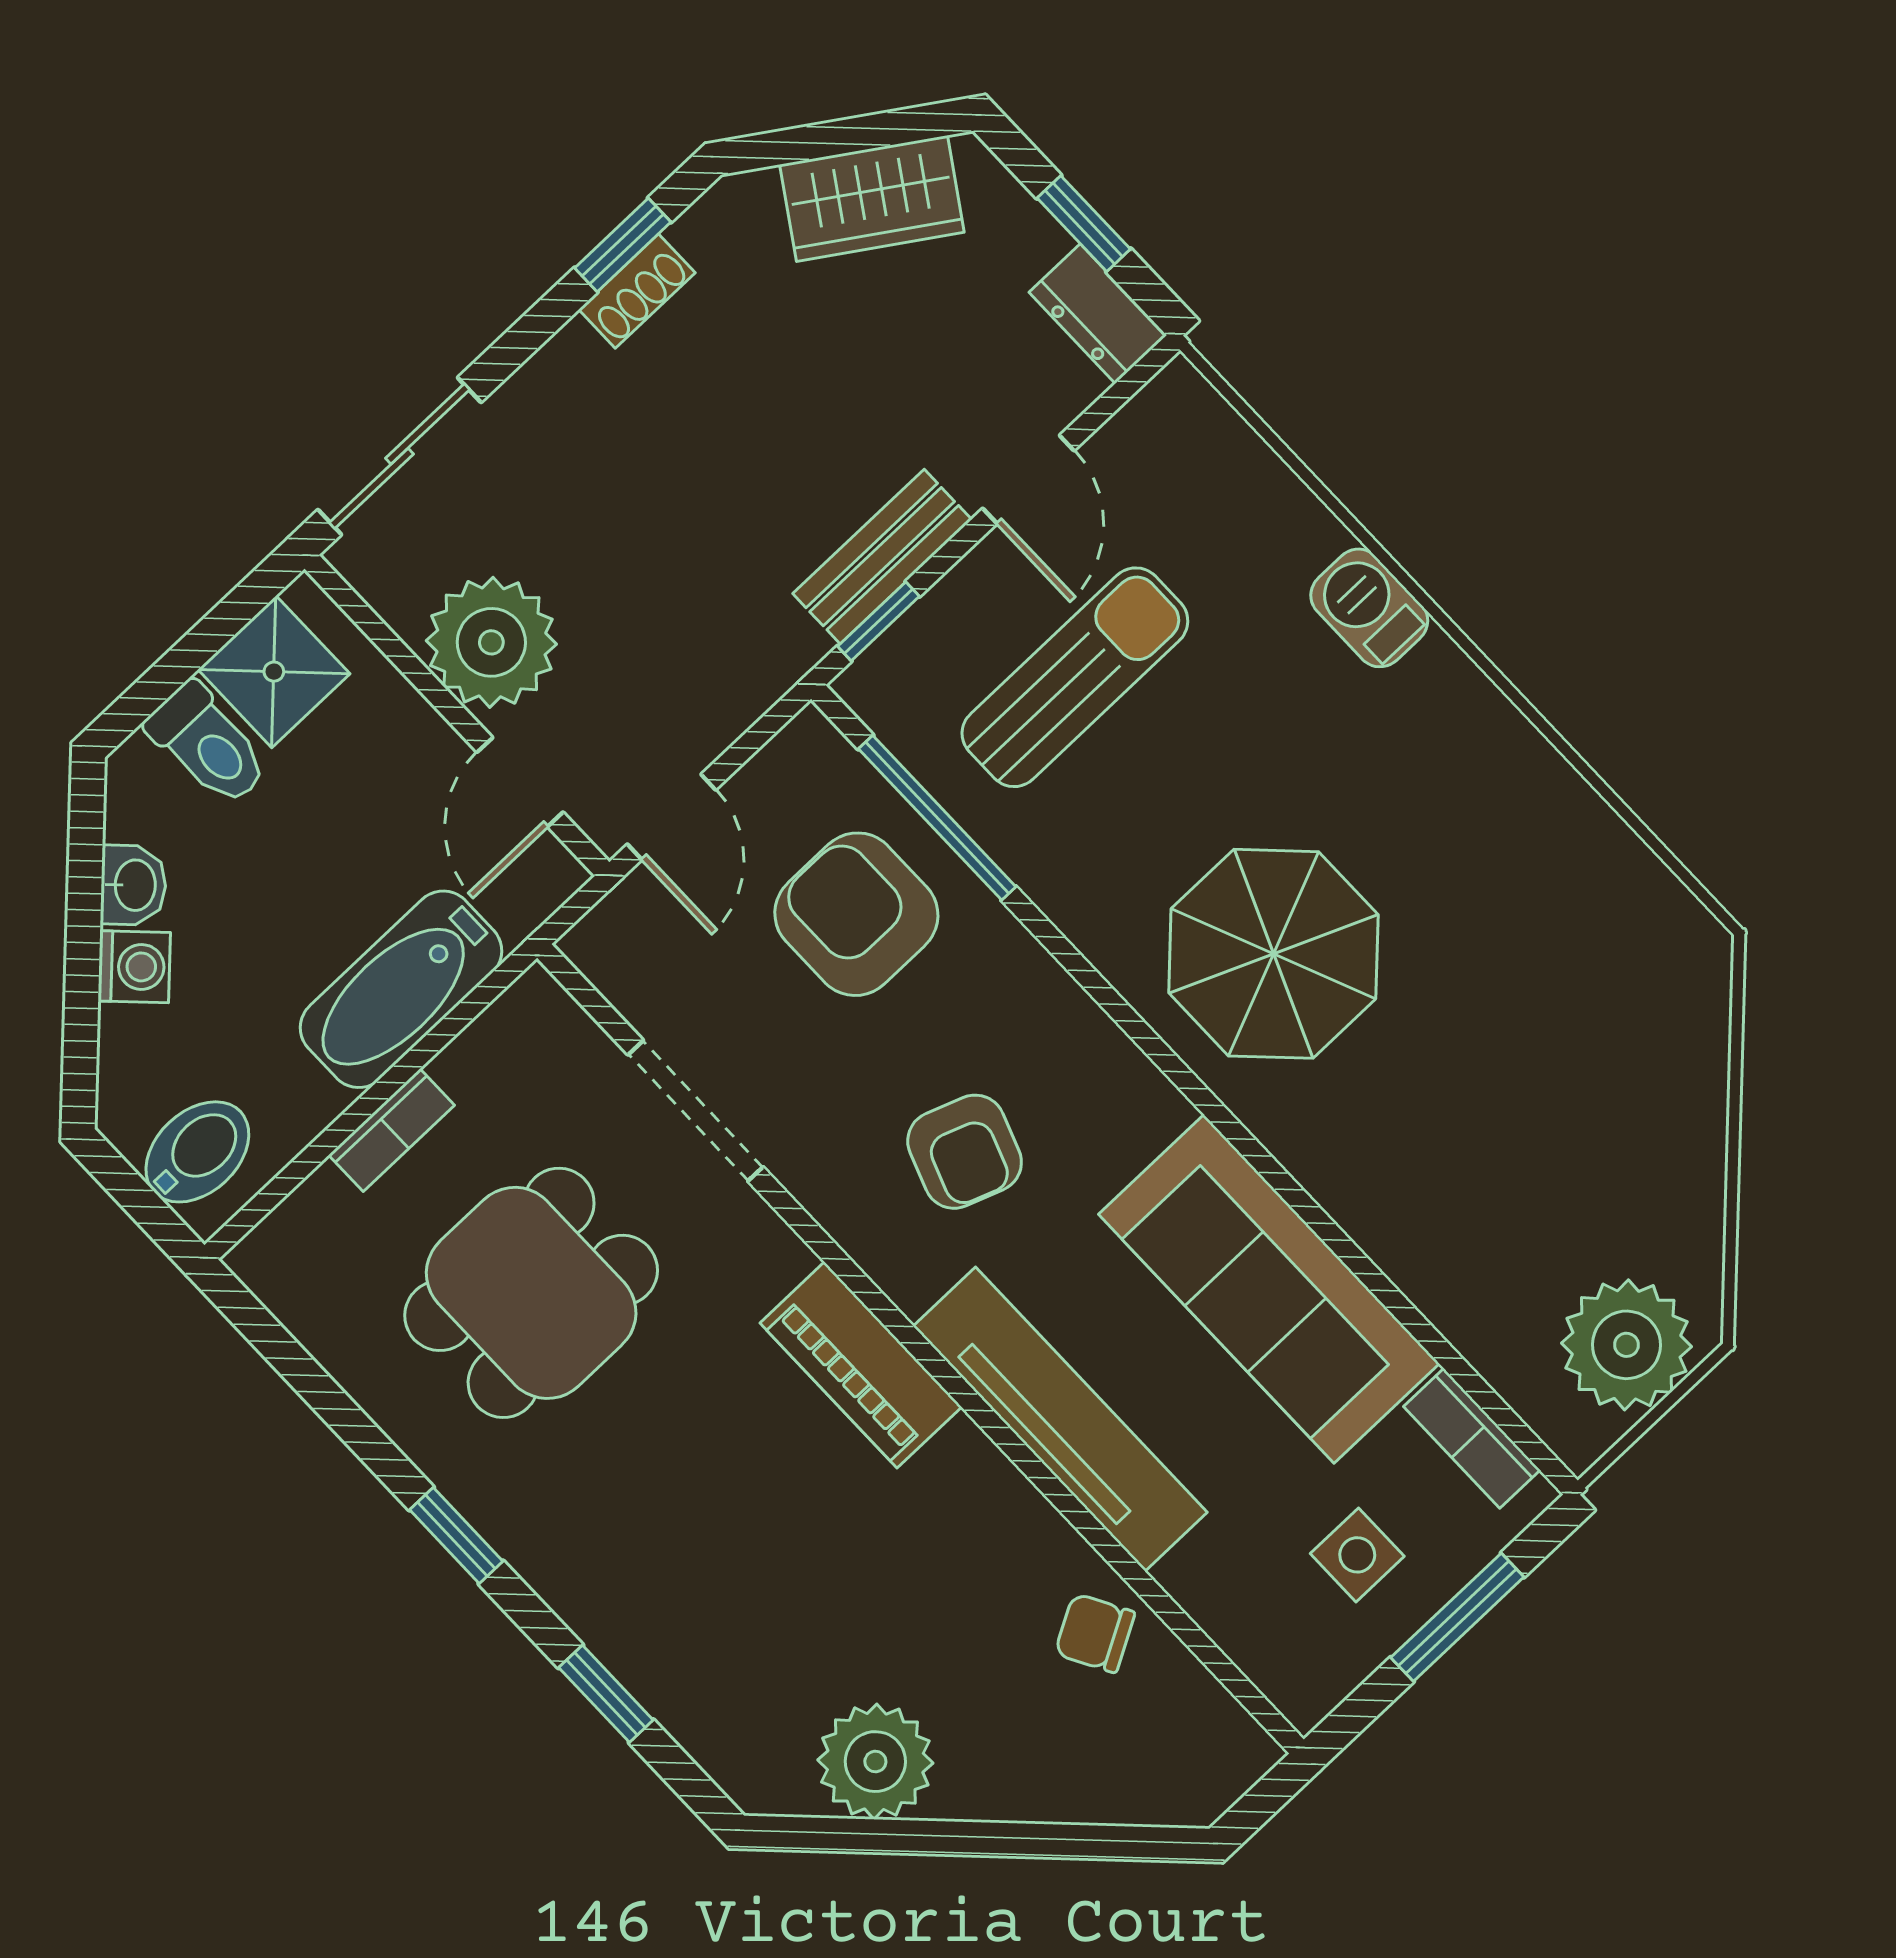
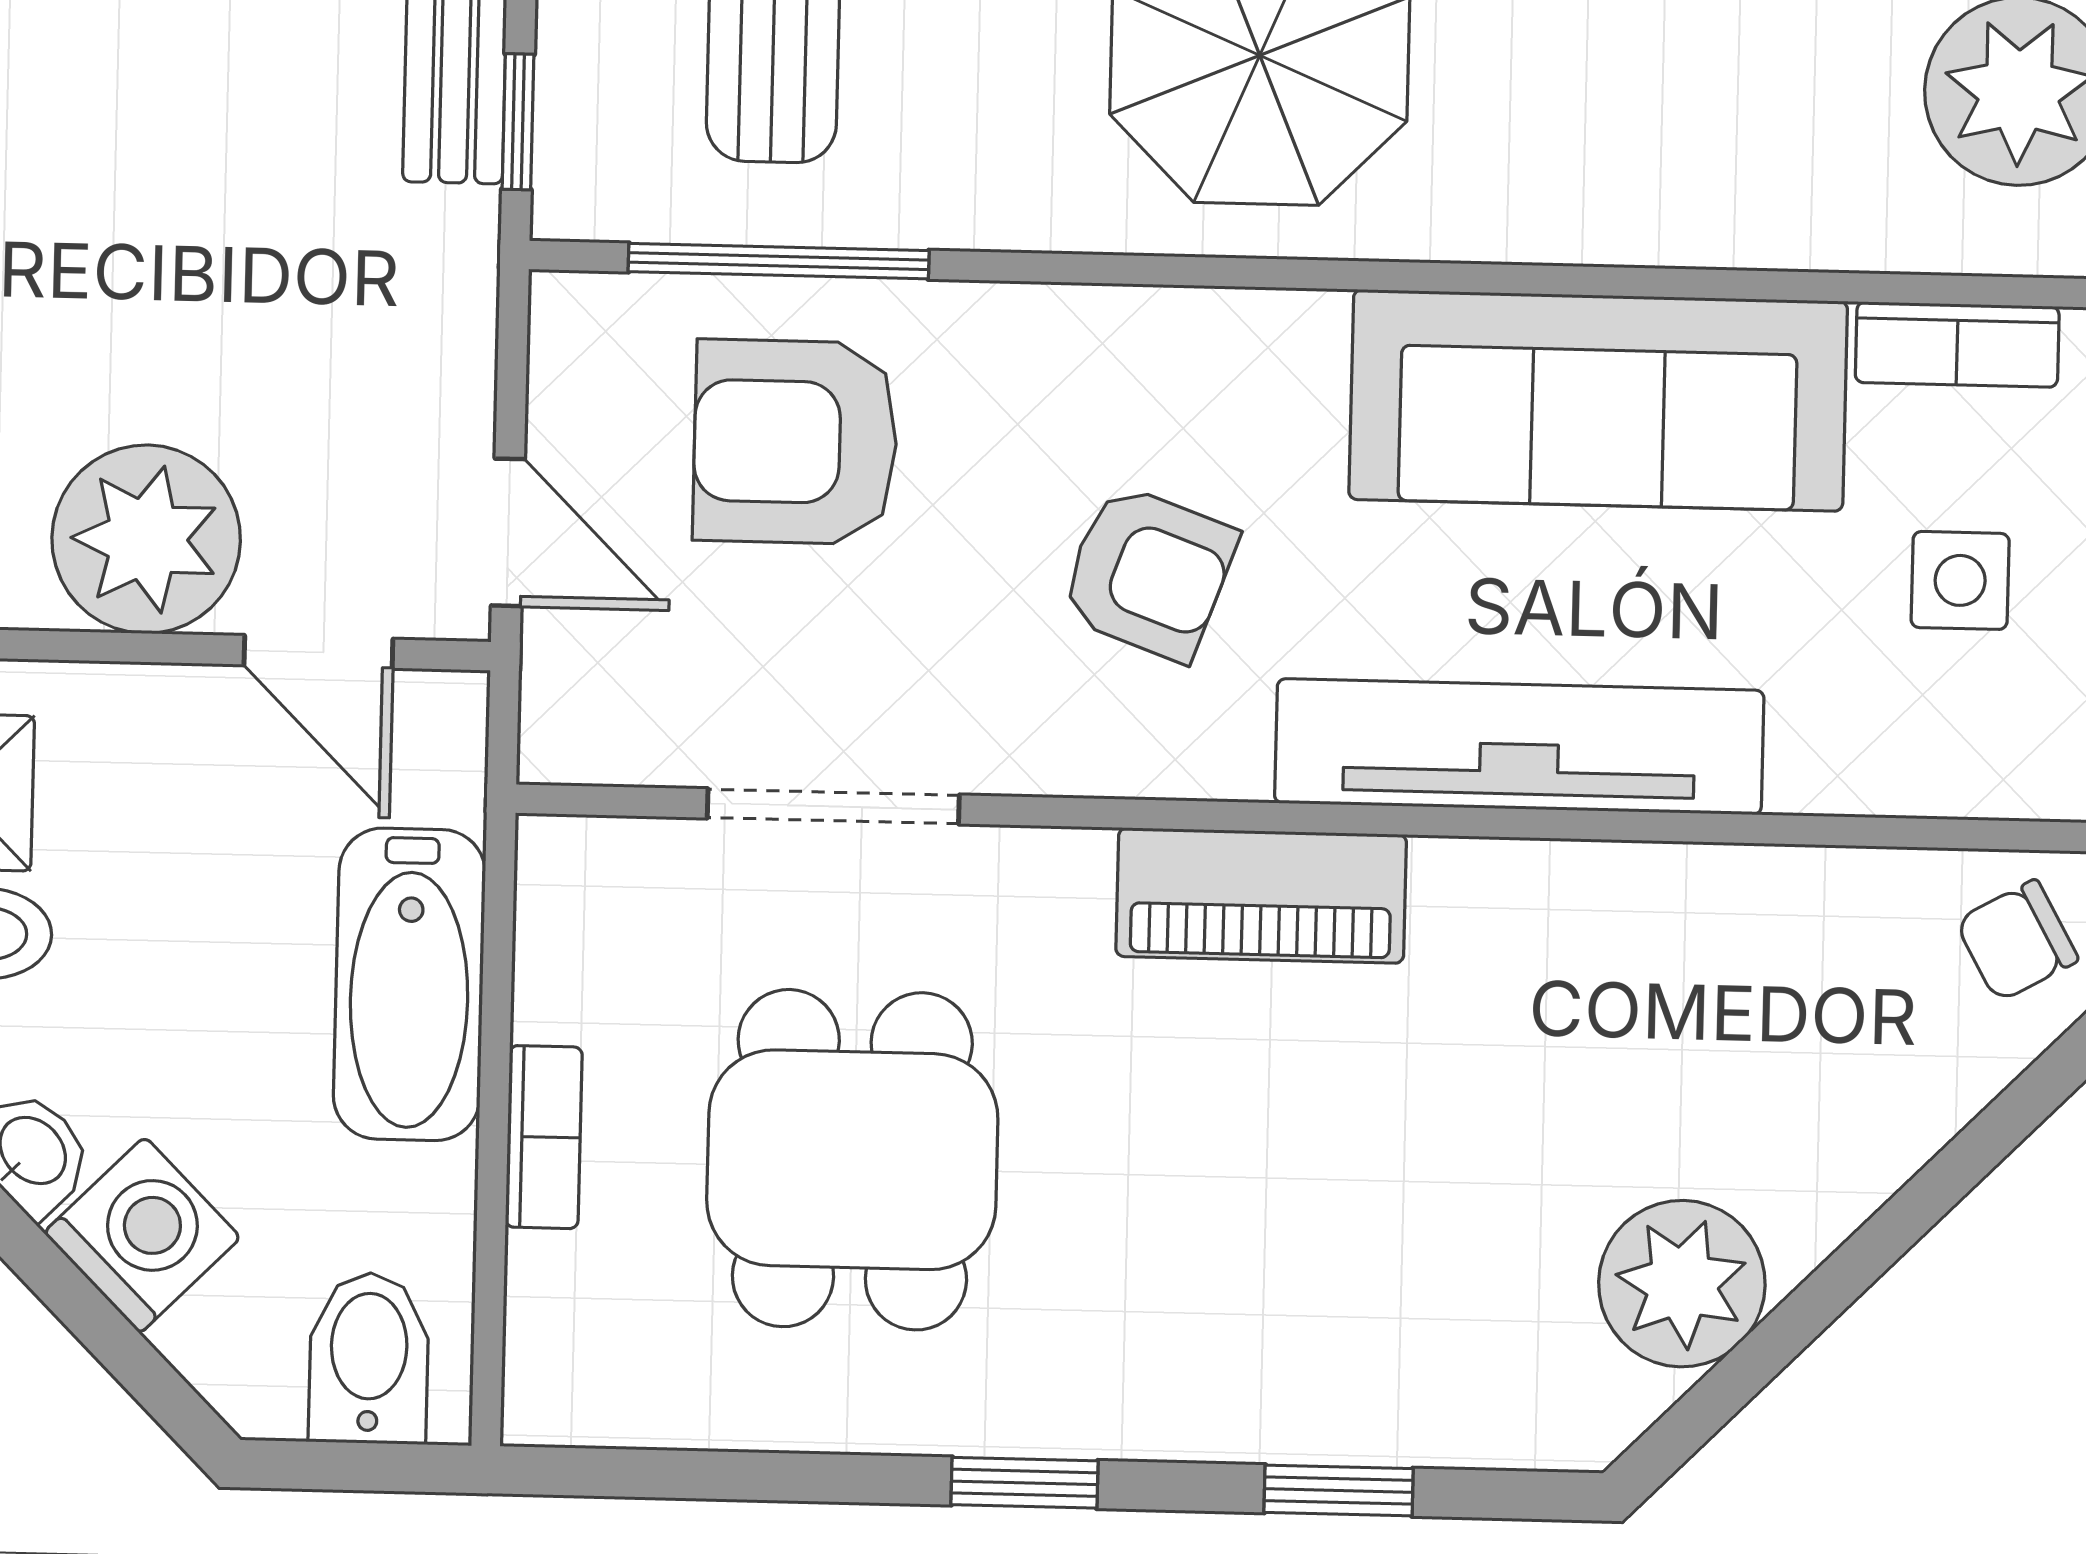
washing machine: (134, 967) -> (142, 1235), width x1.38, depth x1.38
chair: (1095, 1633) -> (2017, 941), moved

